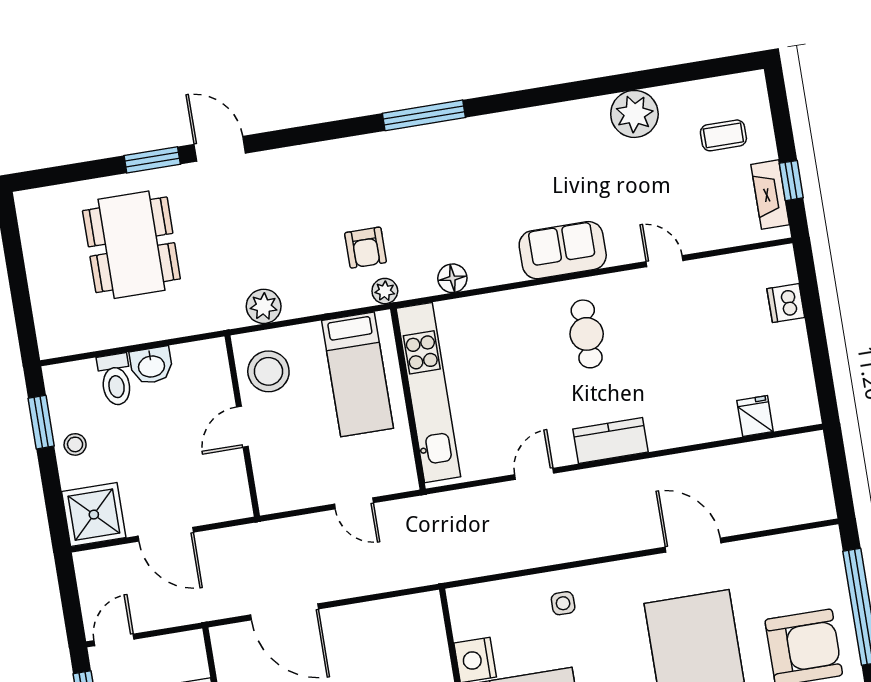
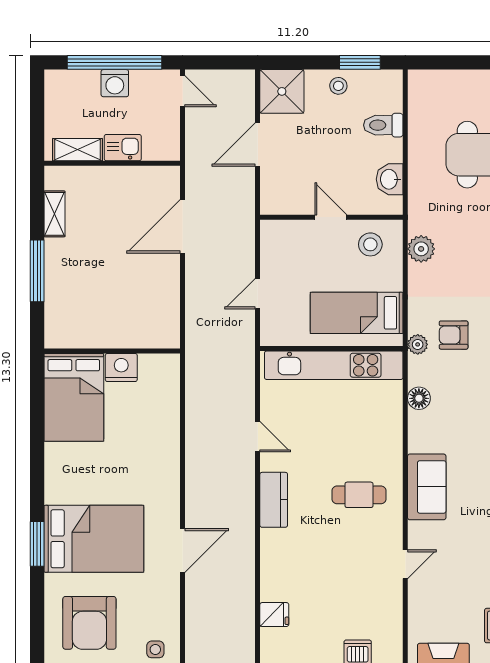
washbasin: (151, 365) -> (390, 179), moved
stool: (268, 371) -> (370, 244), width x0.73, depth x0.73
side table: (563, 603) -> (155, 649), moved

